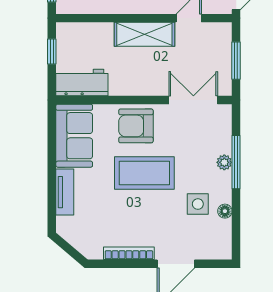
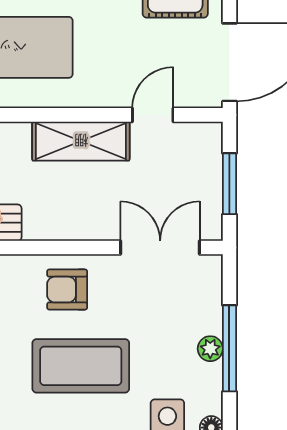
armchair: (136, 126) -> (67, 290), width x0.72, depth x0.72

